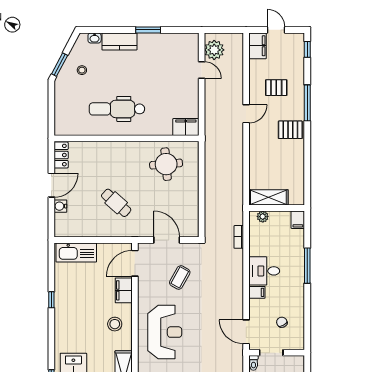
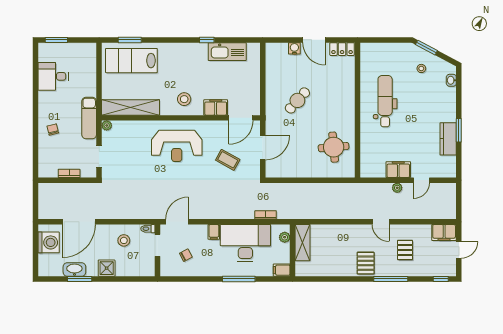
kitchen counter: (119, 41) -> (448, 139), moved
plant: (214, 50) -> (397, 188), moved, width x0.53, depth x0.53
filing cabinet: (186, 127) -> (398, 170), moved, turned -90
kitchen sink: (76, 252) -> (227, 52), moved, turned -90
door: (135, 263) -> (241, 118), swing flipped
desk: (264, 271) -> (245, 243), width x1.87, depth x1.30

